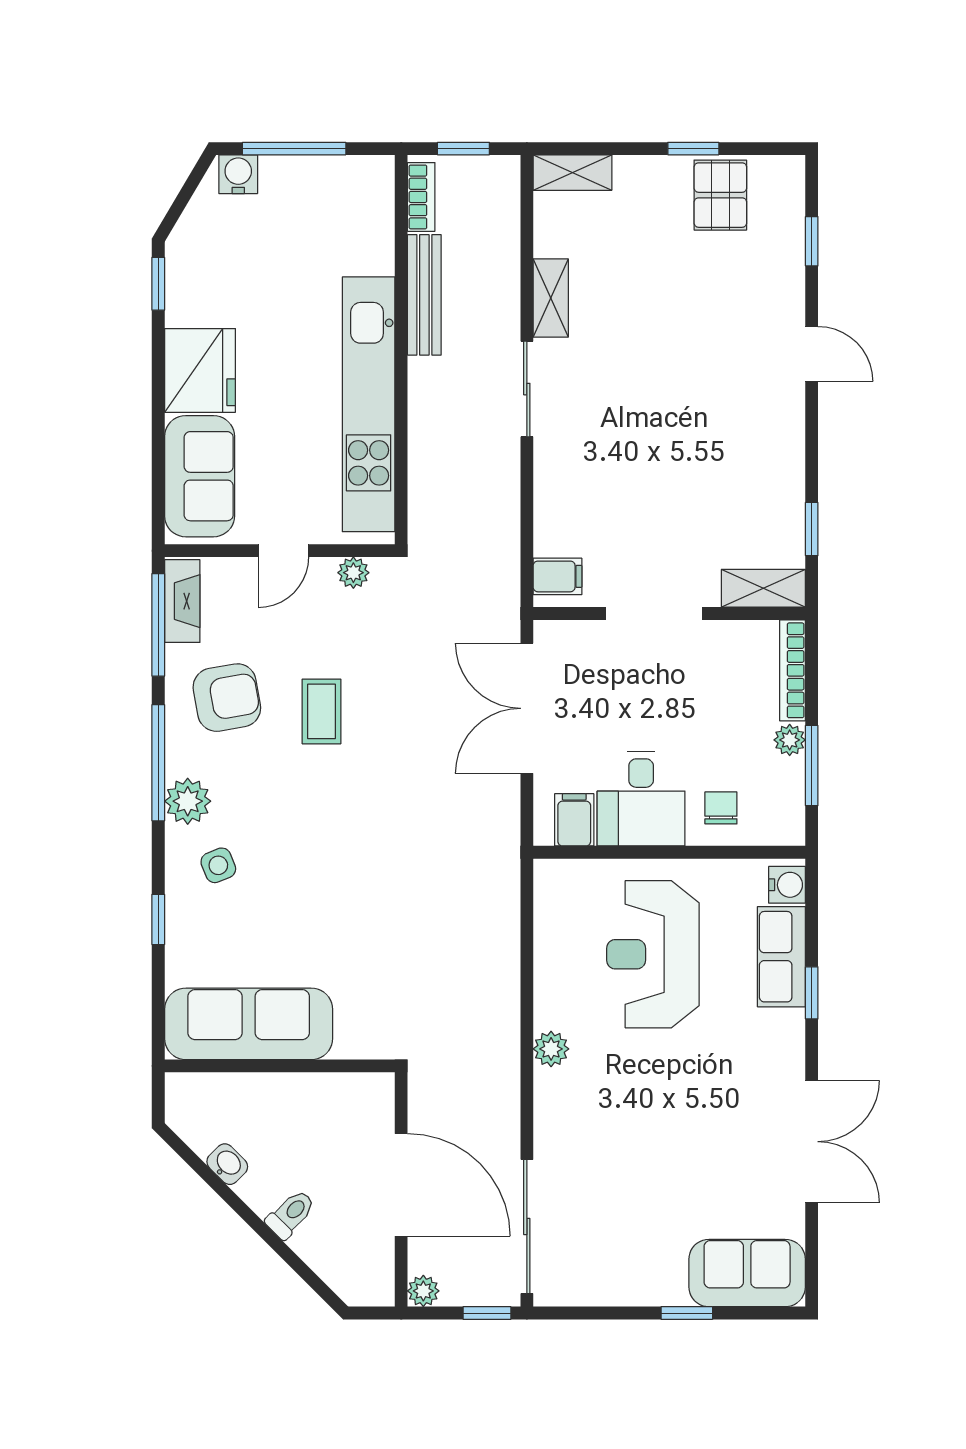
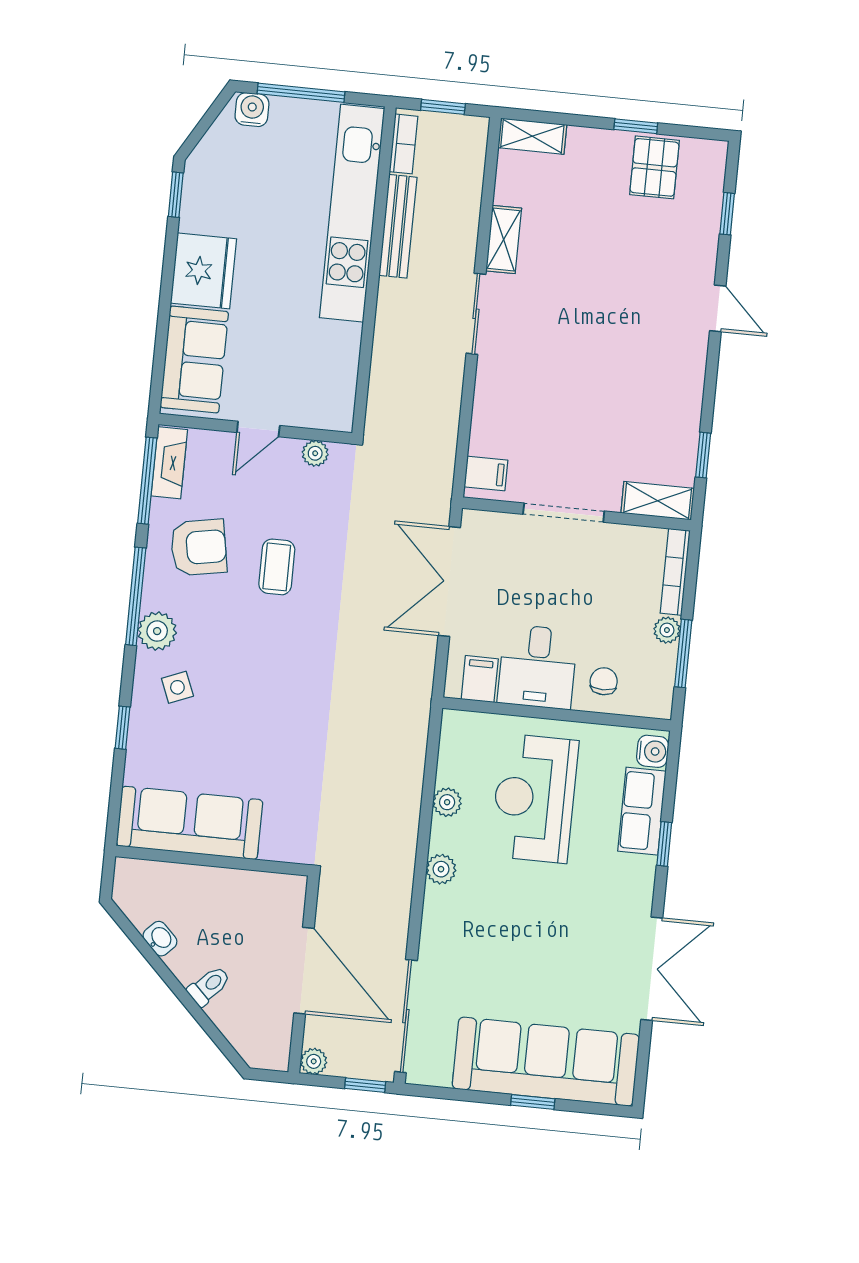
kitchen unit: (369, 404) -> (352, 213), moved
plant: (550, 969) -> (447, 802), added
sofa: (747, 1273) -> (546, 1062), width x1.85, depth x1.27

